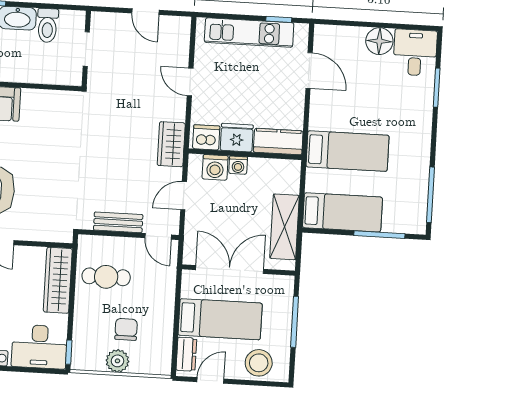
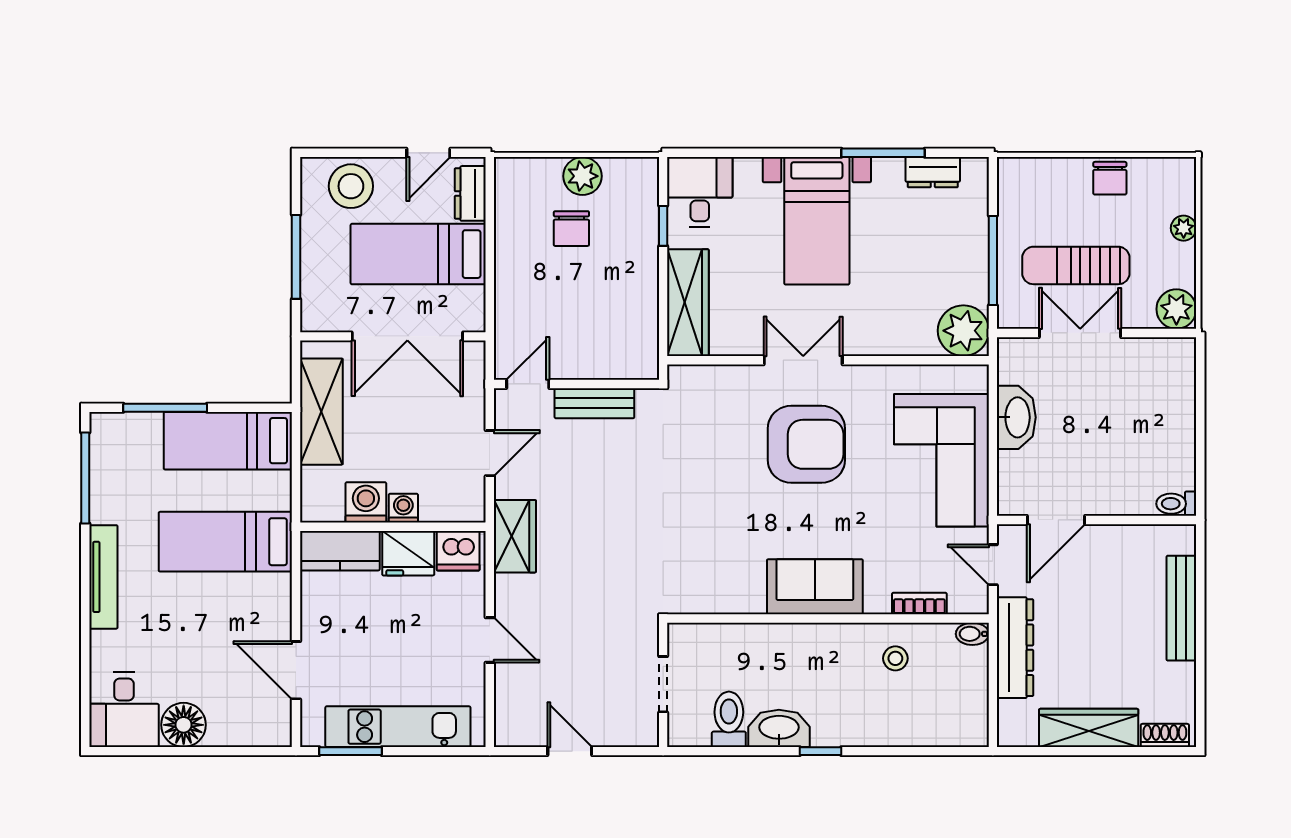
window: (279, 19) -> (350, 751), width x1.50
window: (437, 88) -> (85, 654), removed
tv unit: (423, 134) -> (103, 577), added
washing machine: (215, 167) -> (366, 502), moved
door: (158, 236) -> (528, 384), hinge flipped
cafe table: (106, 277) -> (609, 313), removed
desk: (39, 347) -> (700, 192), width x0.73
window: (69, 352) -> (663, 226), moved

